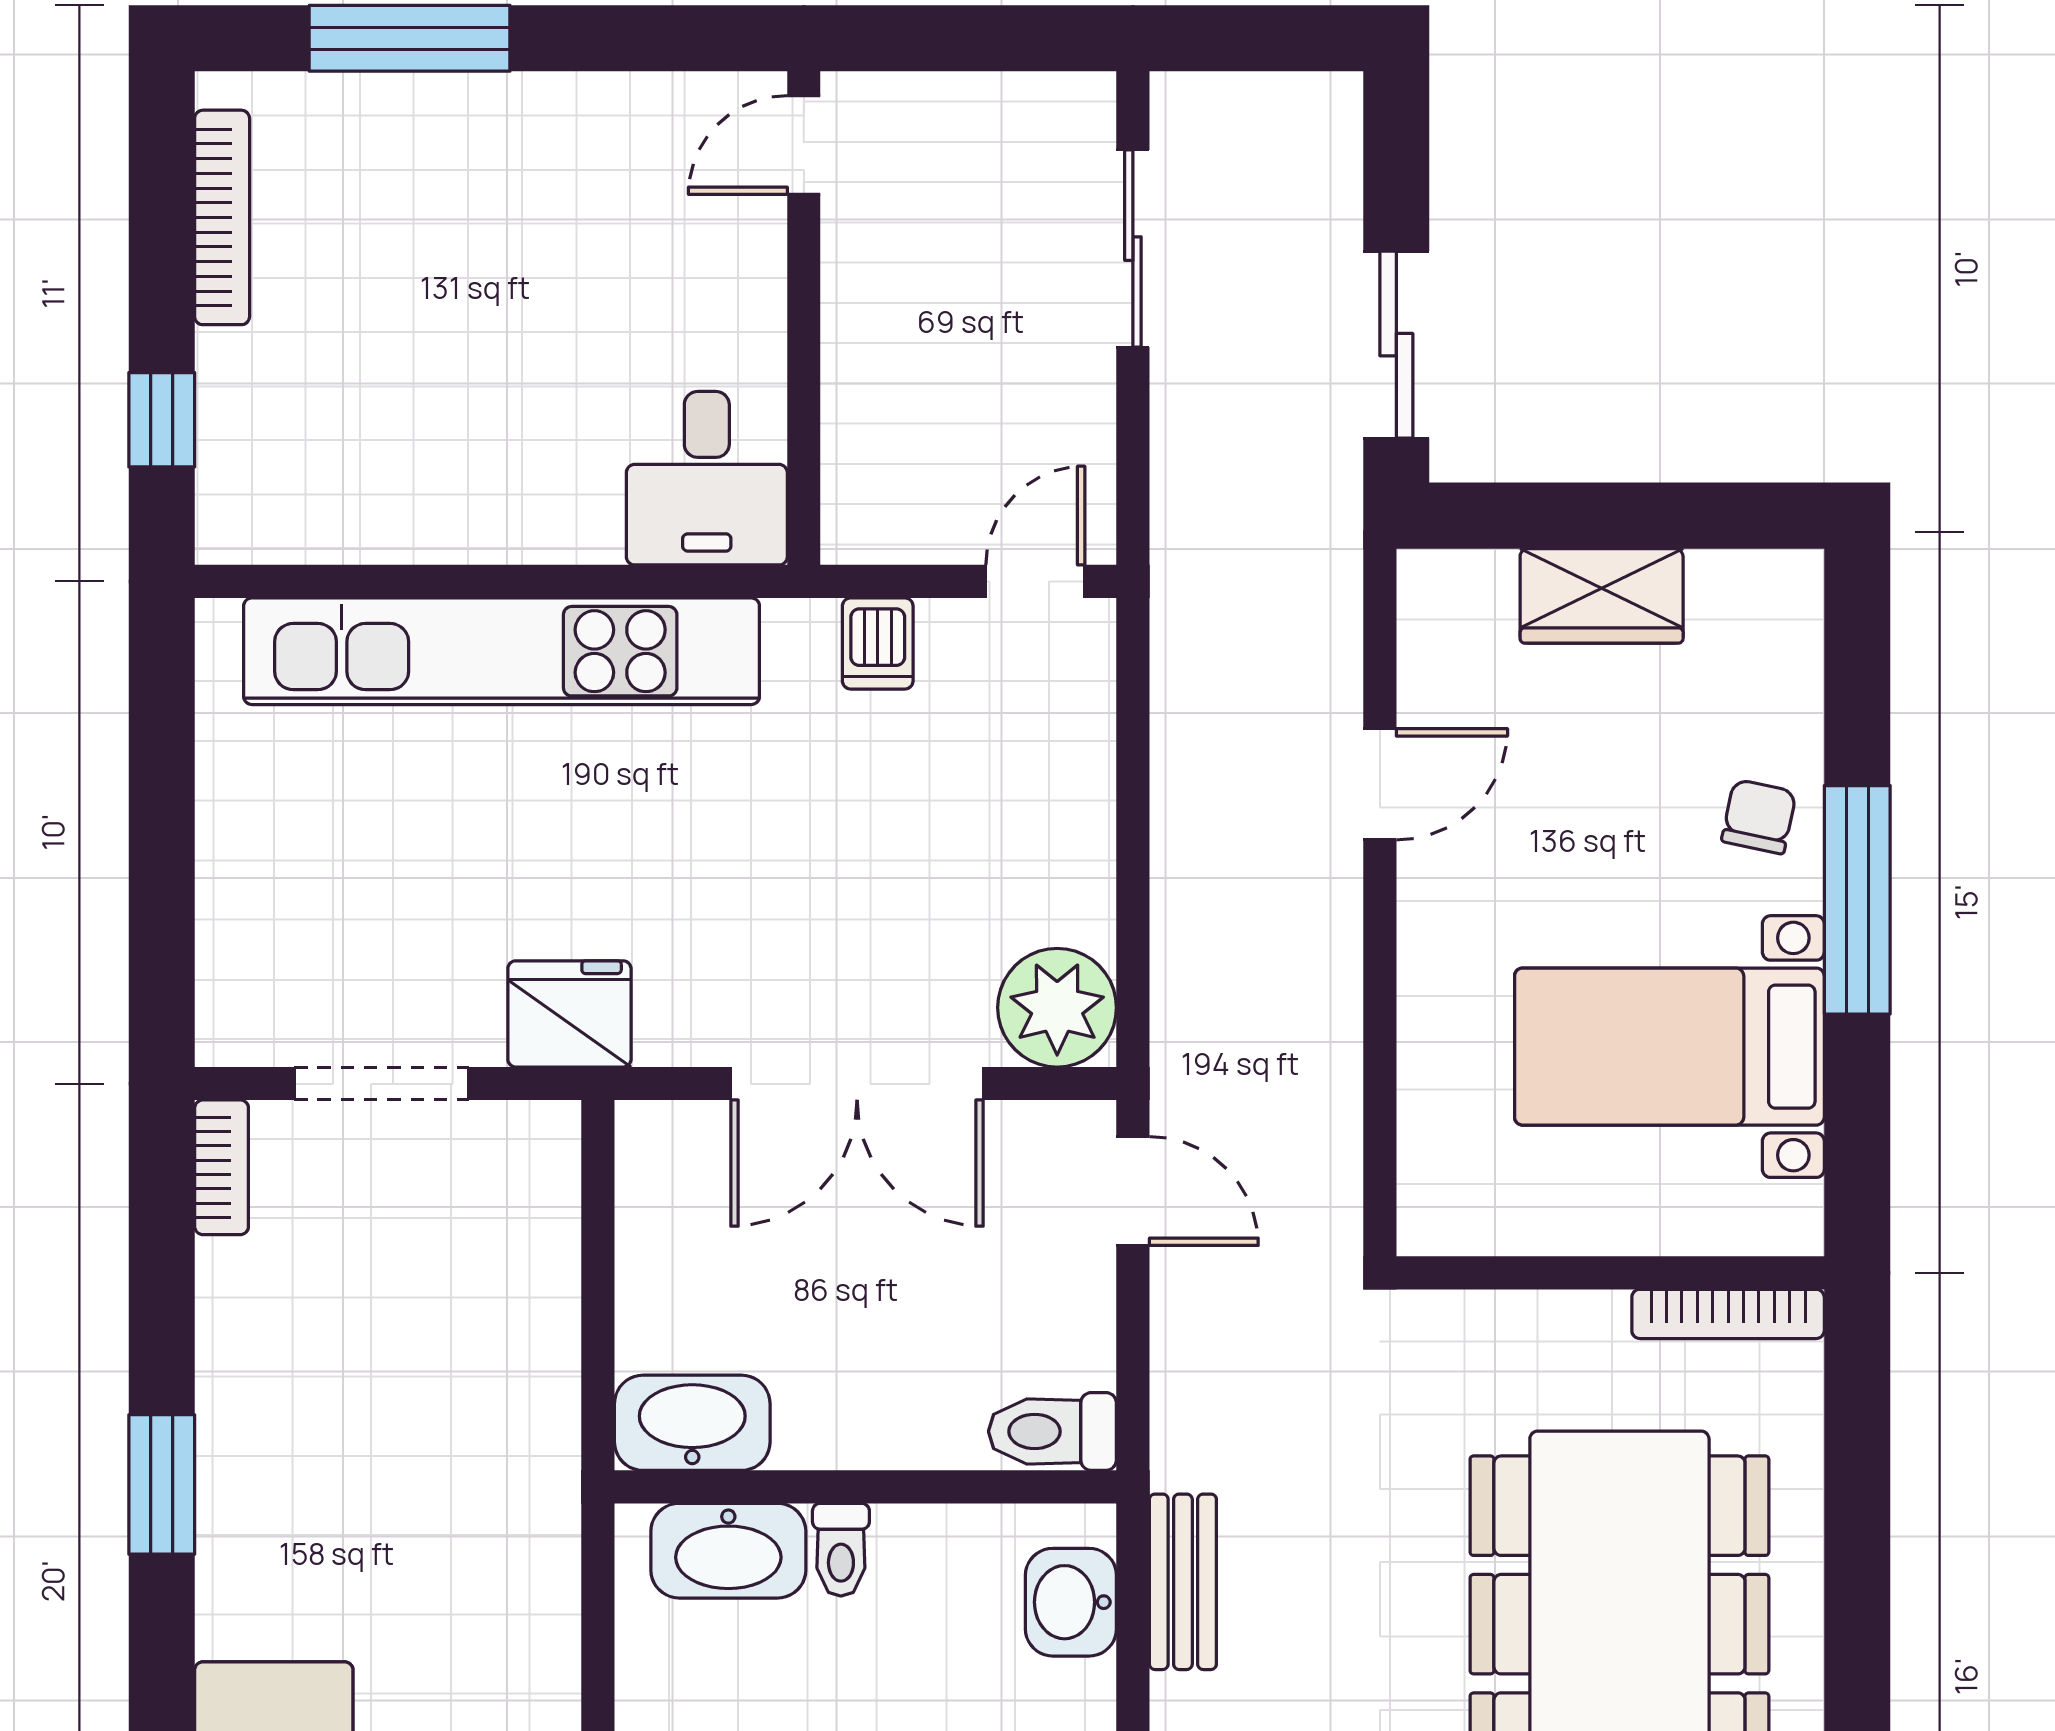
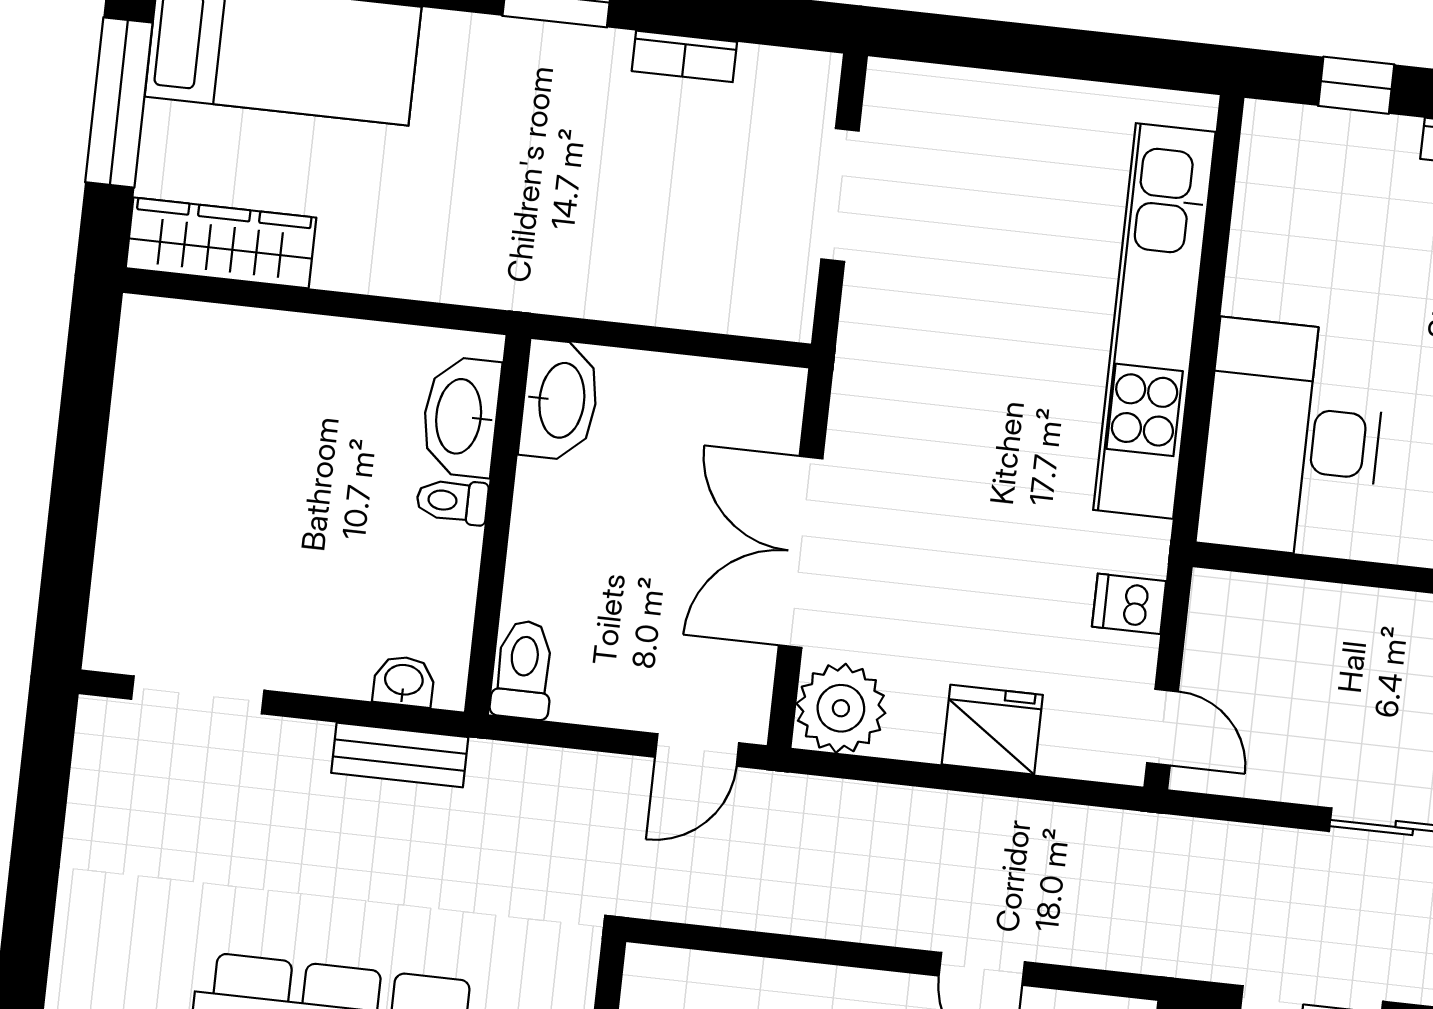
desk: (707, 478) -> (1293, 439), width x1.87, depth x1.30
fridge: (569, 1014) -> (992, 730), moved, turned -90
bookcase: (222, 1167) -> (684, 56), moved
washbasin: (1071, 1602) -> (404, 681), width x0.72, depth x0.69

